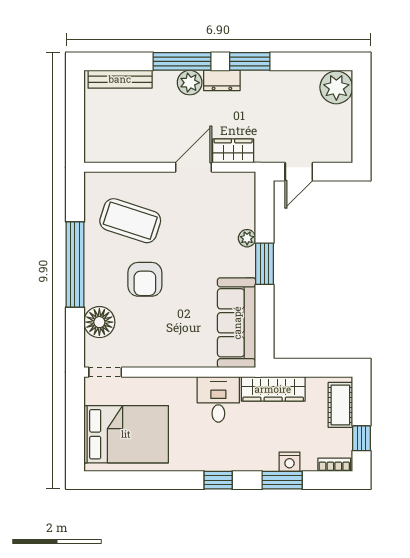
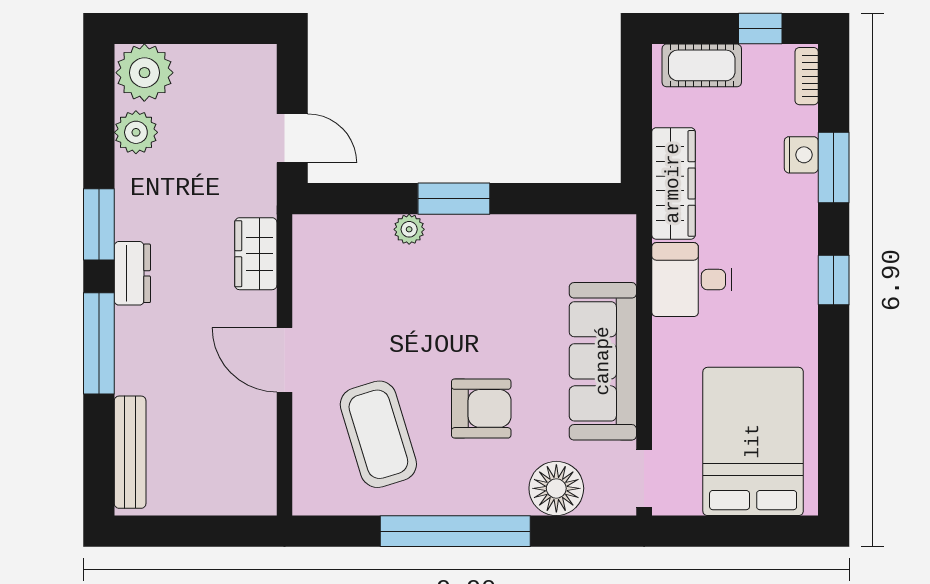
plant: (190, 83) -> (136, 132), moved
door: (193, 167) -> (284, 360), moved
coffee table: (130, 221) -> (378, 434), turned -35
sofa: (237, 323) -> (603, 361), moved, turned 90

